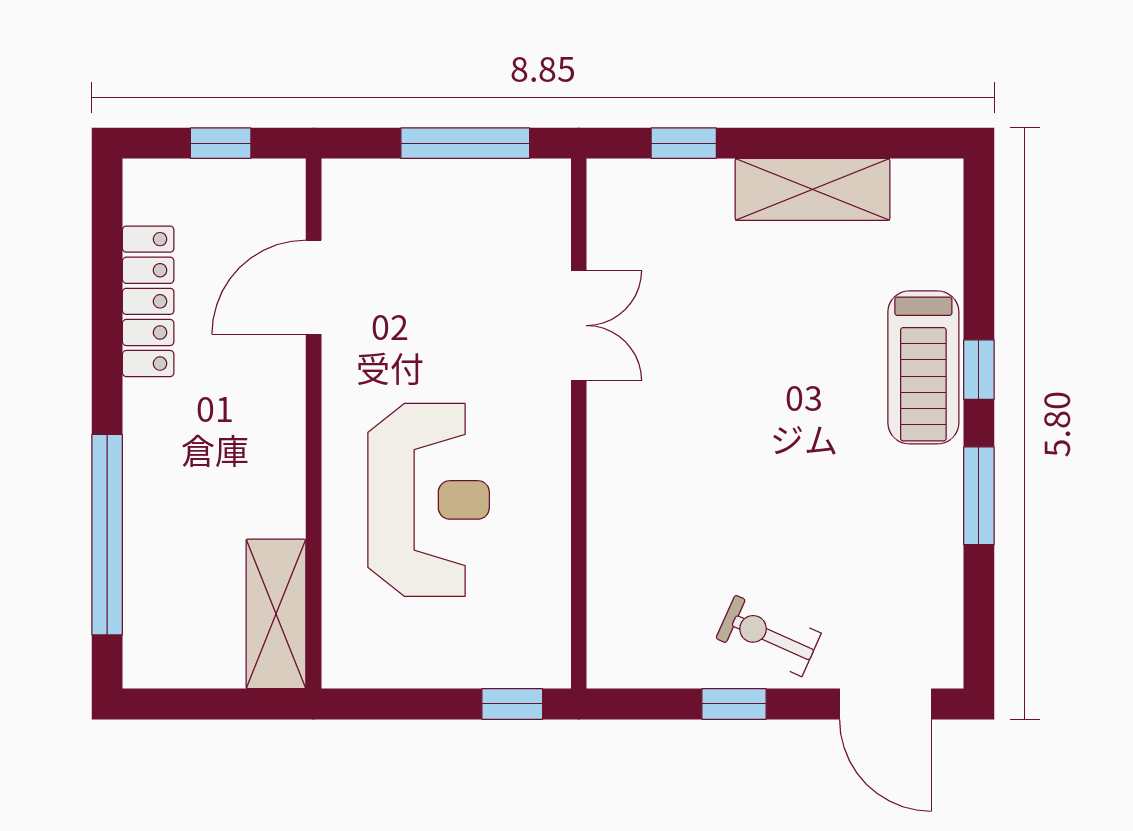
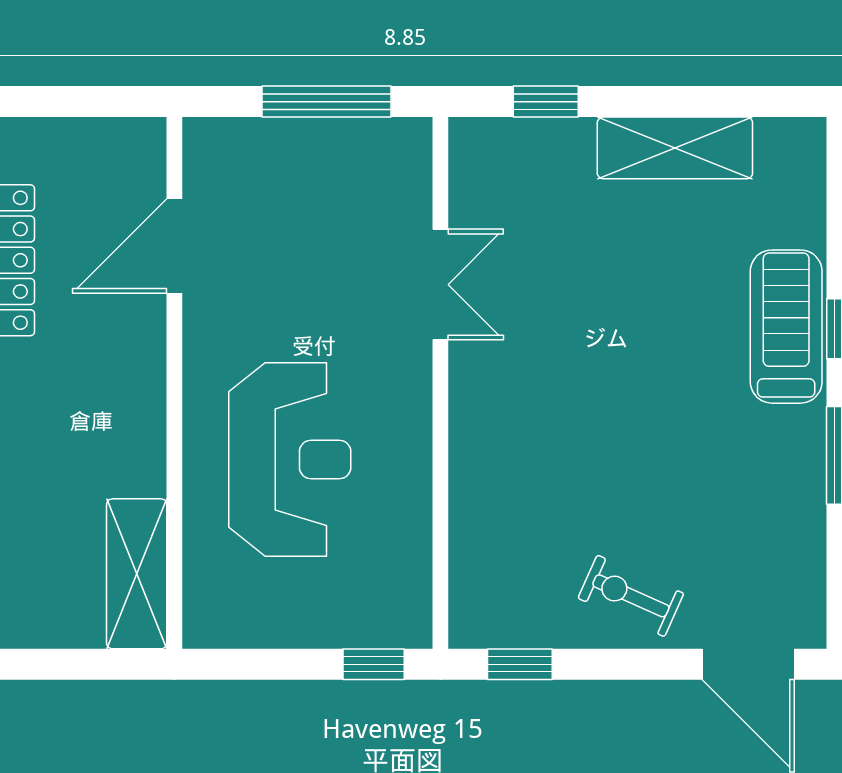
window: (221, 143) -> (81, 102), removed
treadmill: (923, 367) -> (786, 327), turned 180
window: (734, 704) -> (520, 664), moved

